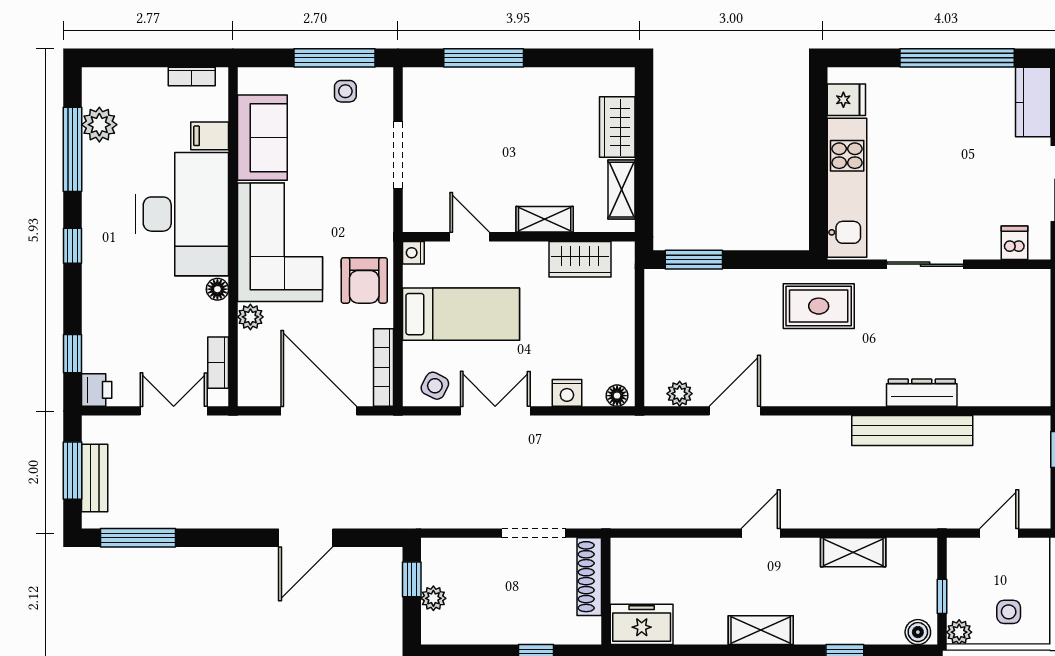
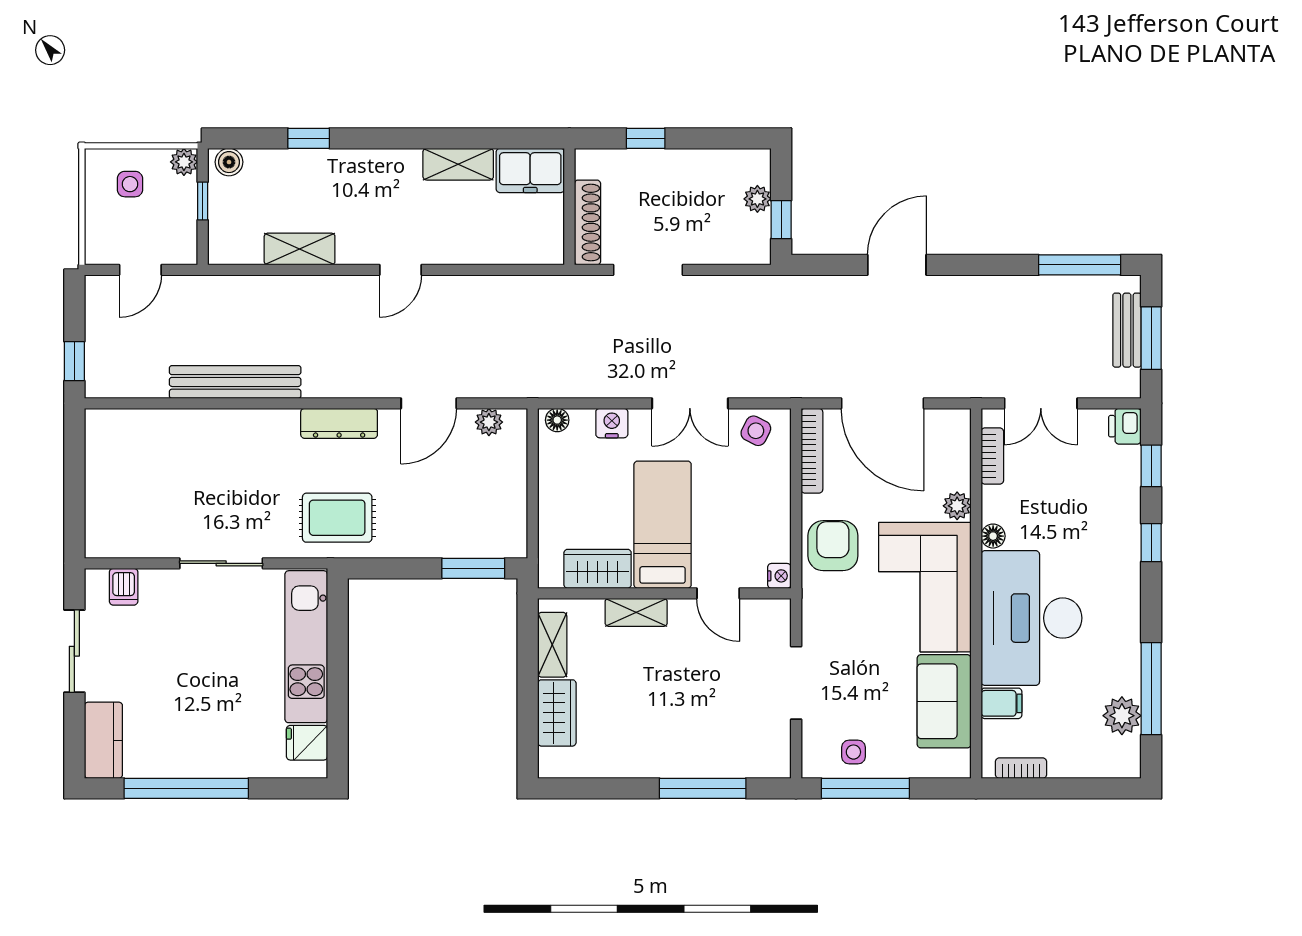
window: (73, 246) -> (1151, 543), moved
bed: (461, 314) -> (663, 525), moved, turned 90
dresser: (922, 393) -> (339, 423), moved
shelving: (761, 630) -> (458, 164), moved

